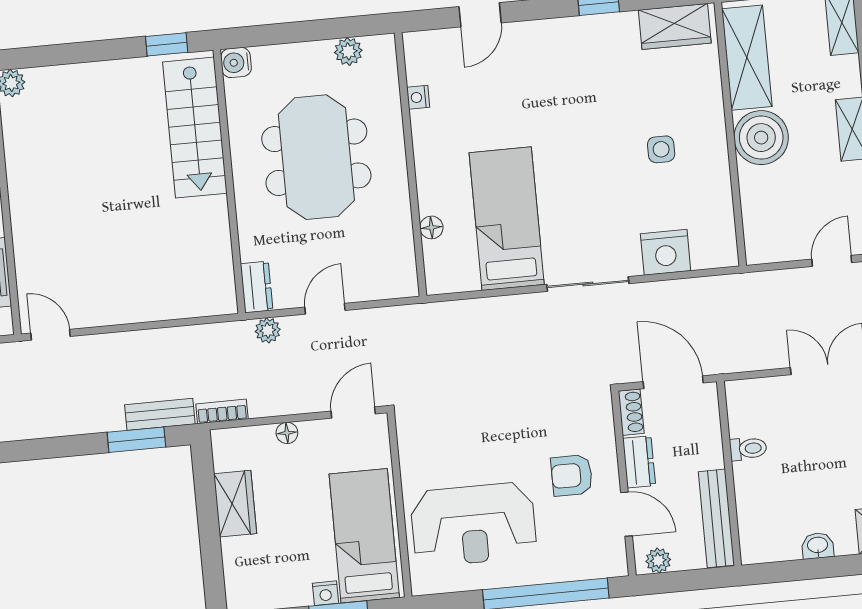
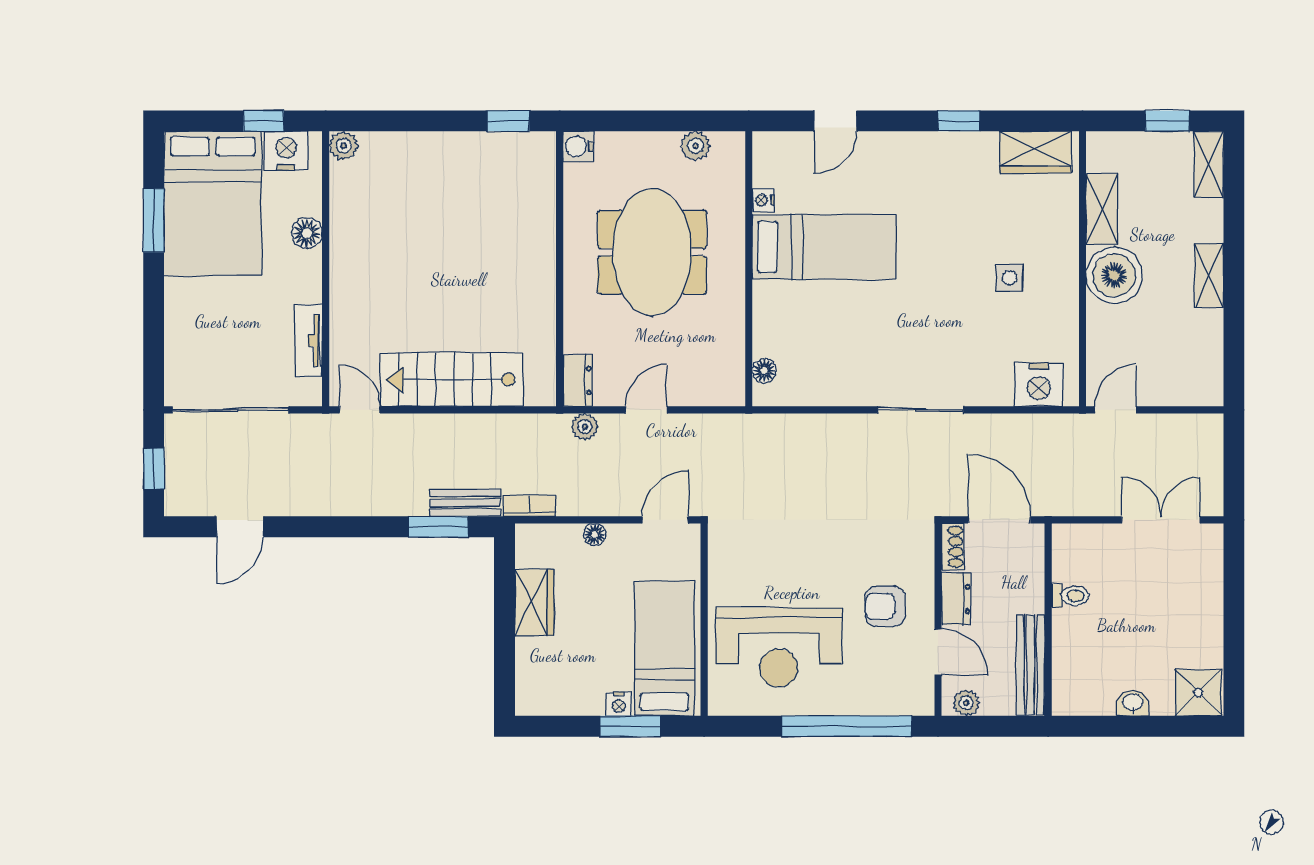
shelving: (747, 58) -> (1102, 209), width x0.67, depth x0.75
stairs: (195, 128) -> (451, 380), moved, turned 90
bed: (507, 219) -> (824, 247), moved, turned 90
floor lamp: (431, 227) -> (764, 371), moved
nightstand: (666, 252) -> (1039, 385), moved
door: (832, 261) -> (1115, 410), moved

